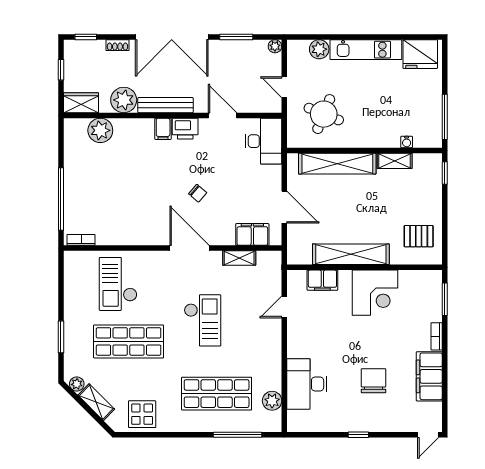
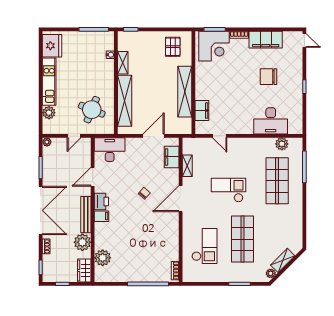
checkout: (118, 284) -> (204, 246), turned -90
corner desk: (375, 293) -> (214, 46), moved, turned 90
display table: (142, 414) -> (291, 230), removed

